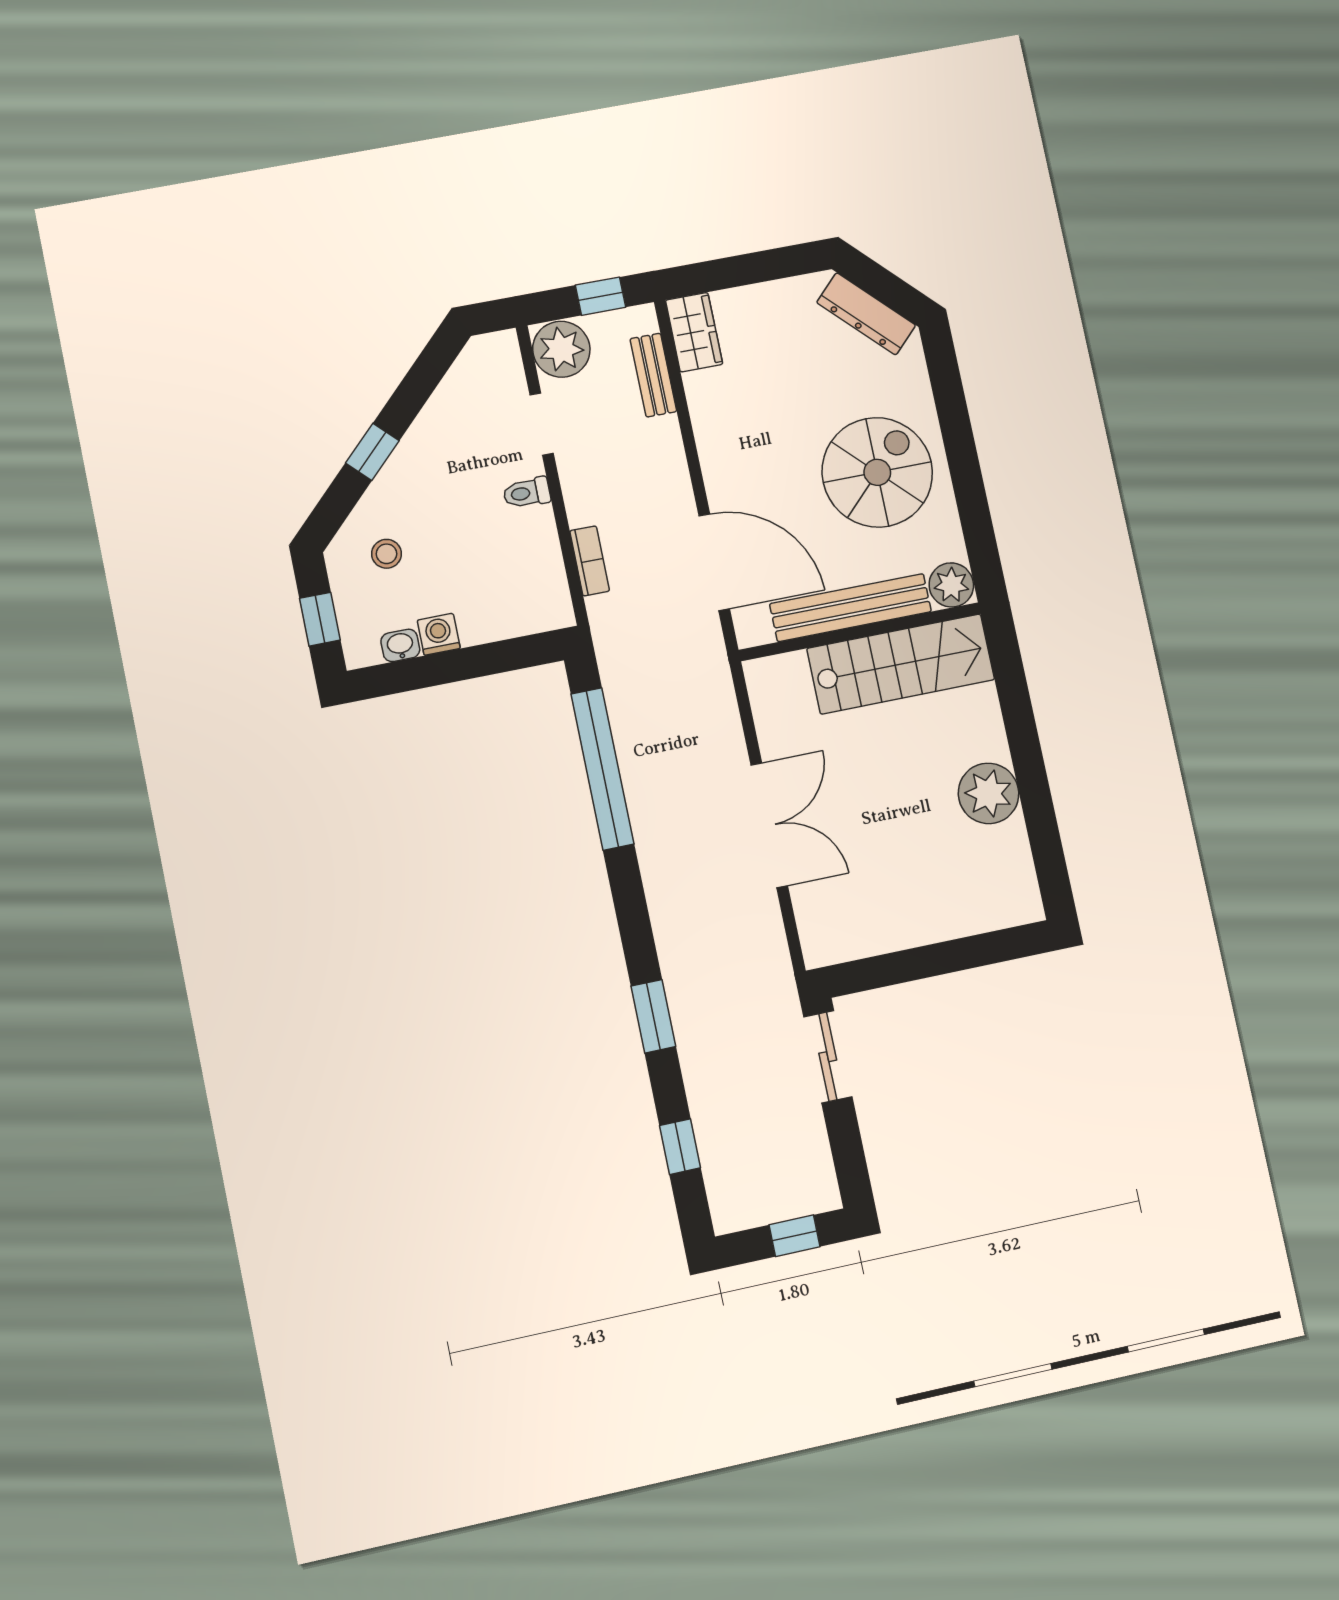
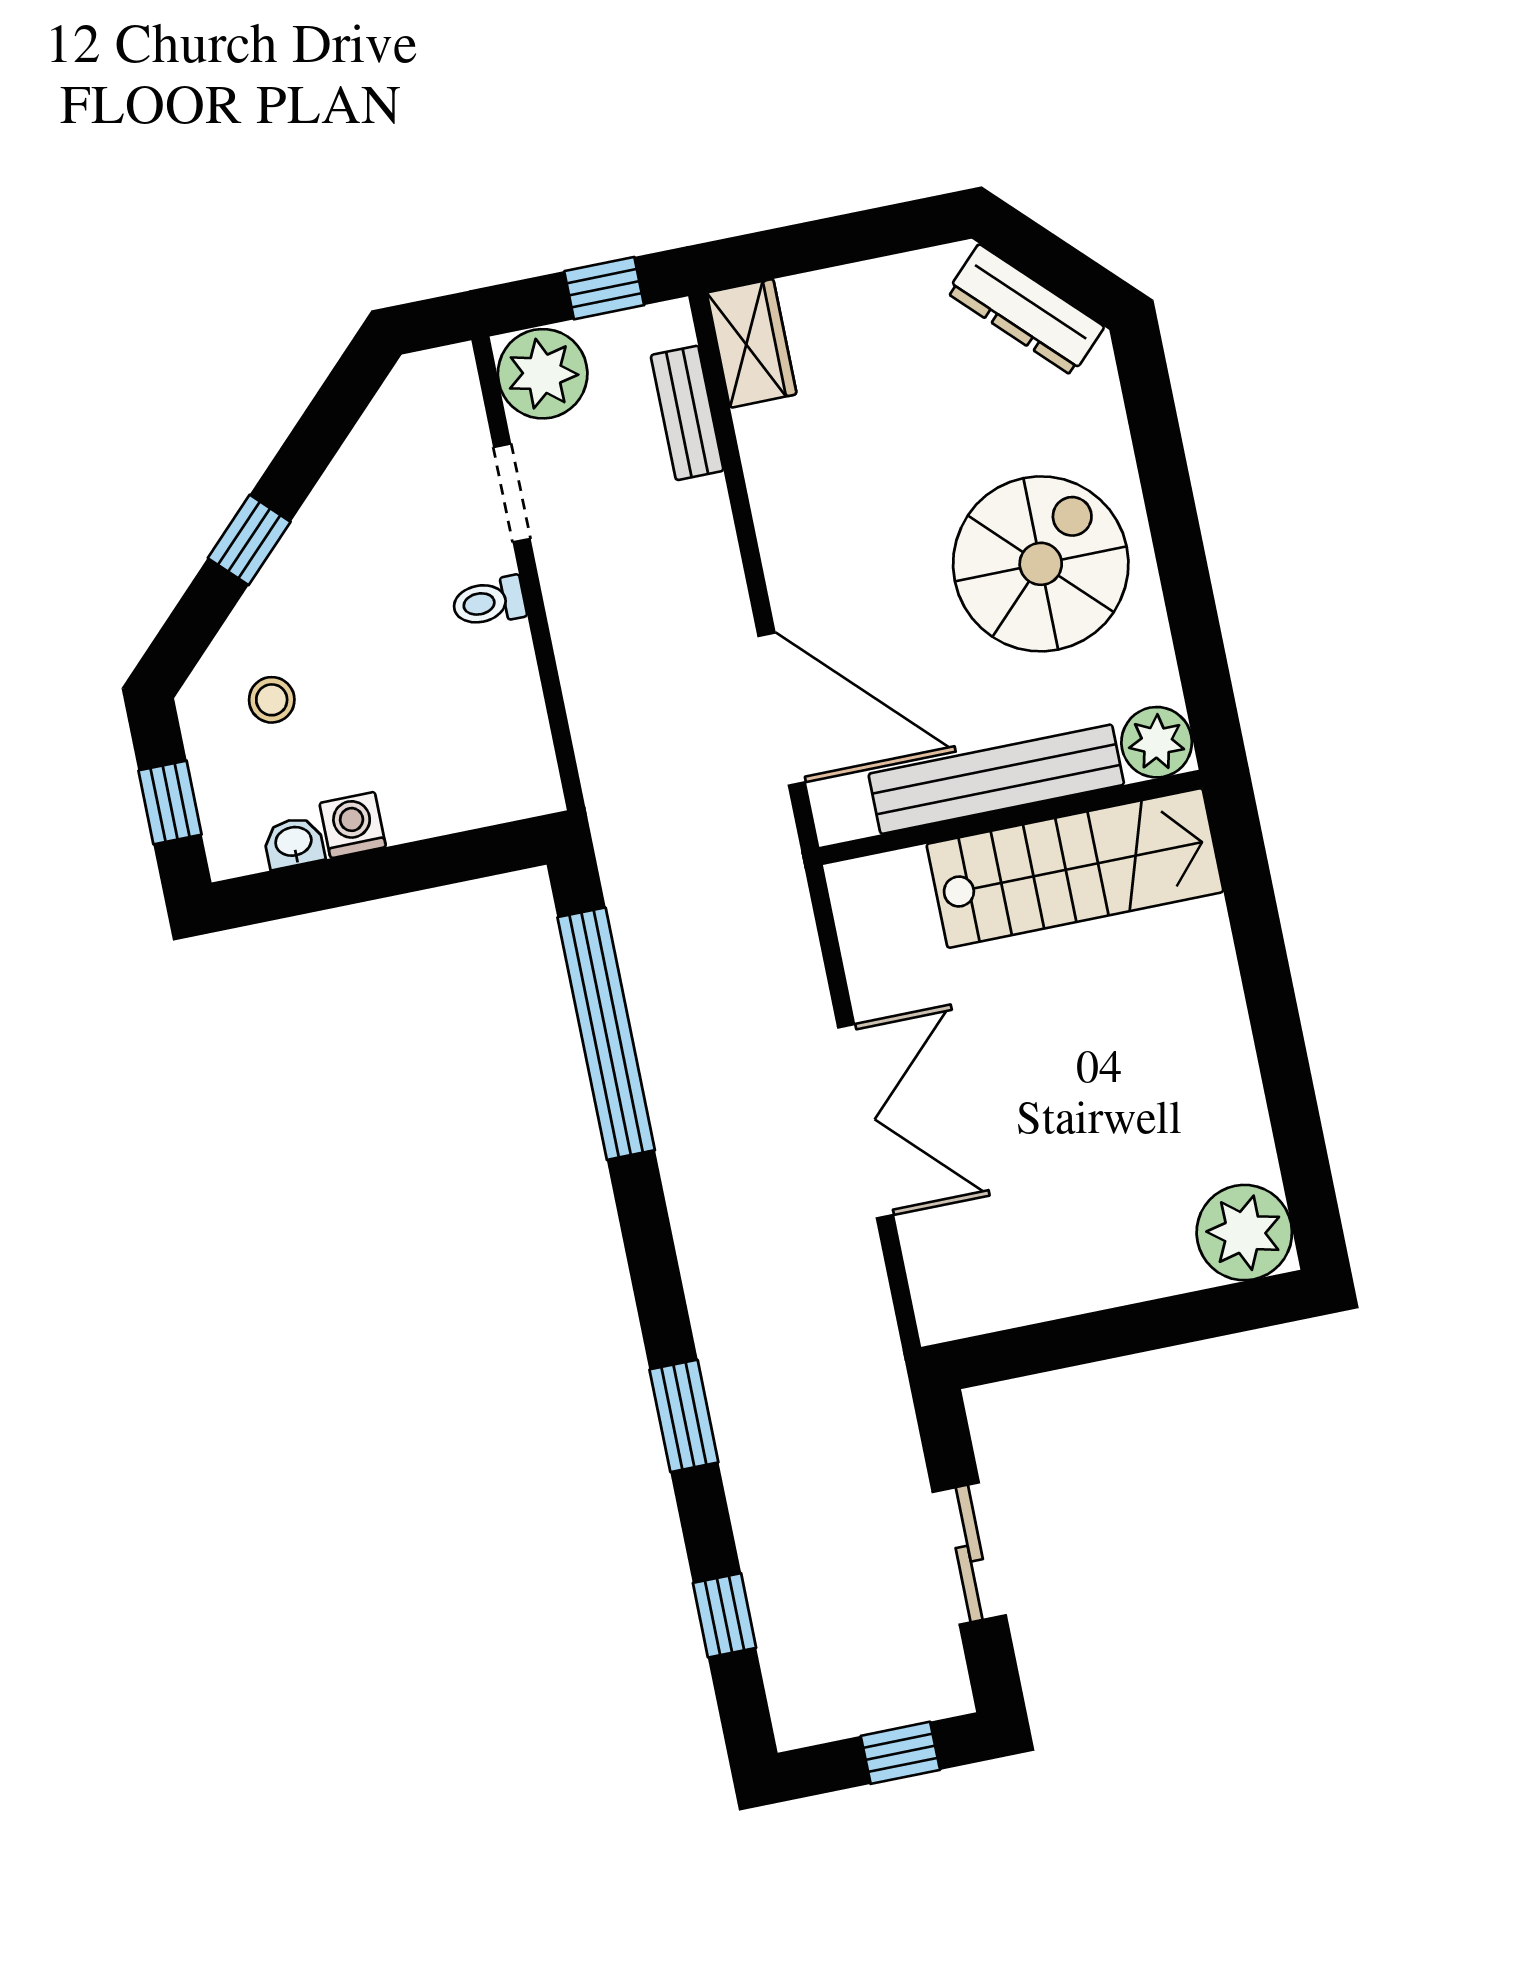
bookcase: (590, 561) -> (587, 708), removed
plant: (989, 793) -> (1244, 1233), moved
sliding door: (828, 1057) -> (969, 1554), moved

